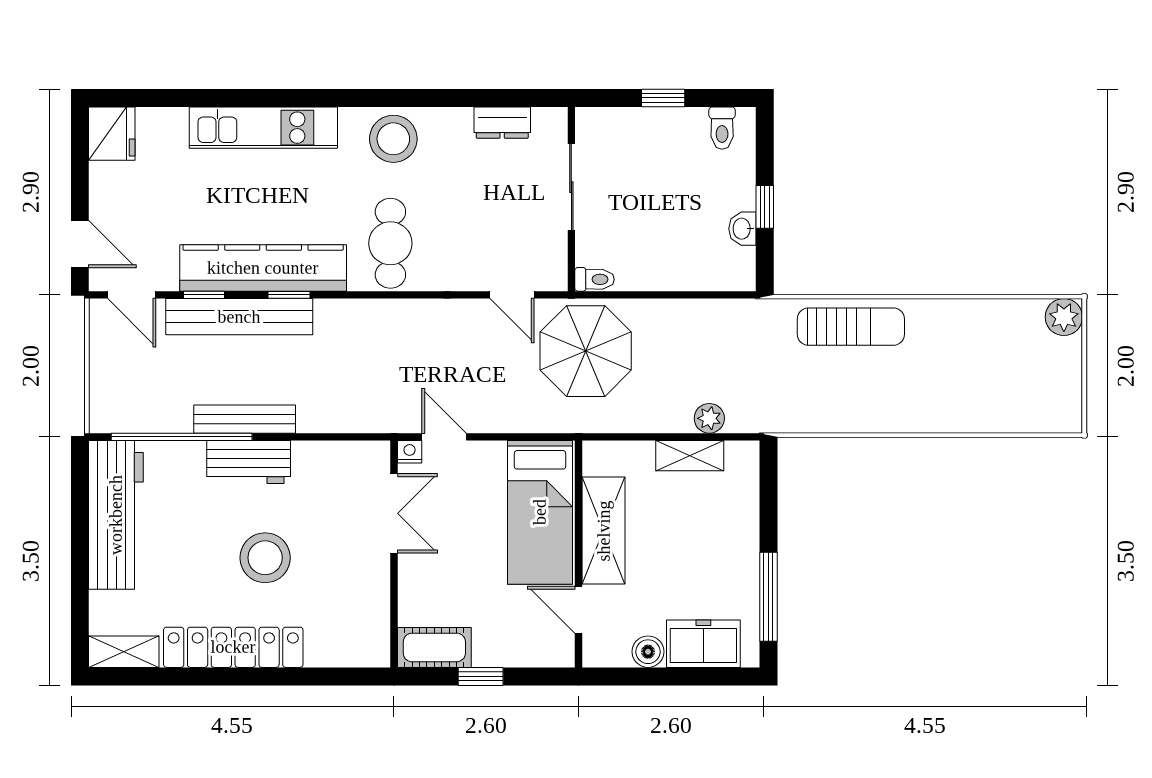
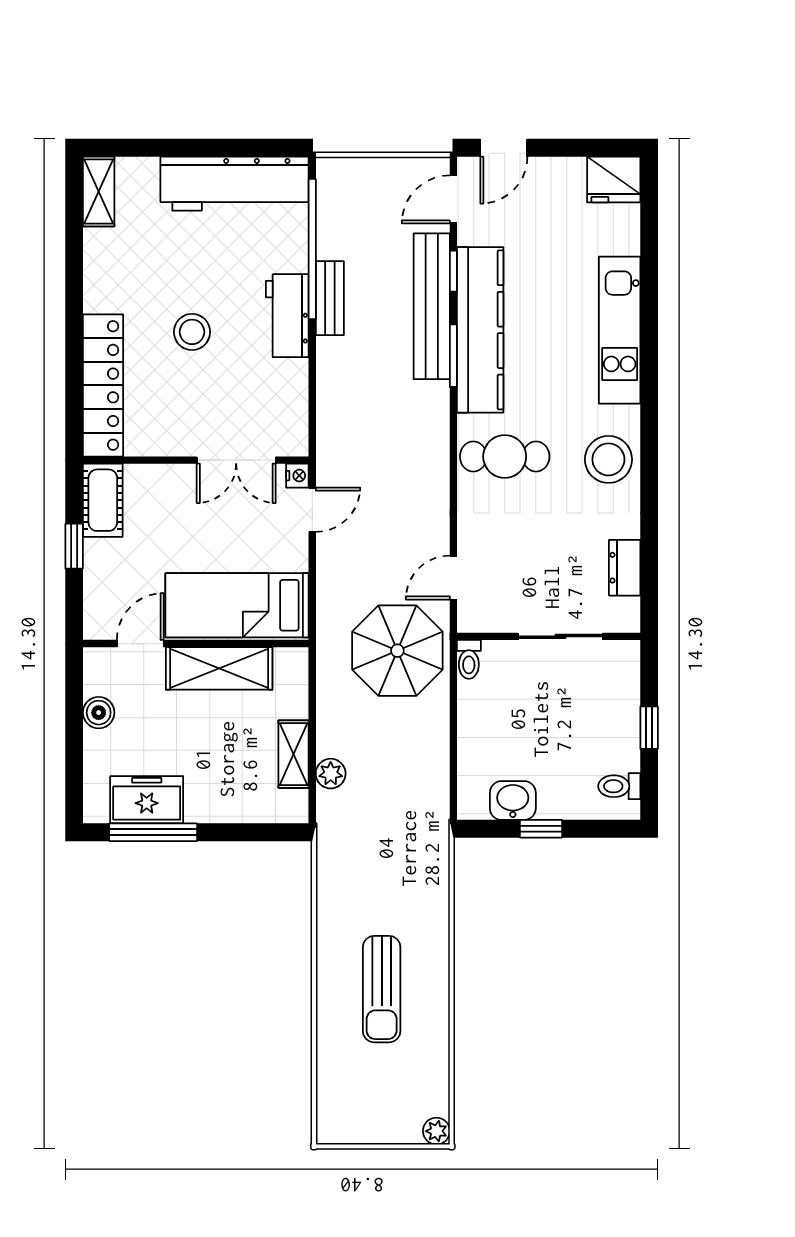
washbasin: (742, 229) -> (513, 801), width x1.38, depth x1.45
window: (289, 295) -> (453, 356), width x1.50
plant: (1064, 317) -> (436, 1131), width x0.73, depth x0.73
sun lounger: (851, 327) -> (382, 989), moved
bench: (245, 419) -> (330, 298), width x0.73
stool: (265, 558) -> (192, 332), width x0.73, depth x0.73
freezer: (703, 644) -> (147, 800), moved, turned -90
locker: (233, 647) -> (103, 385), moved

